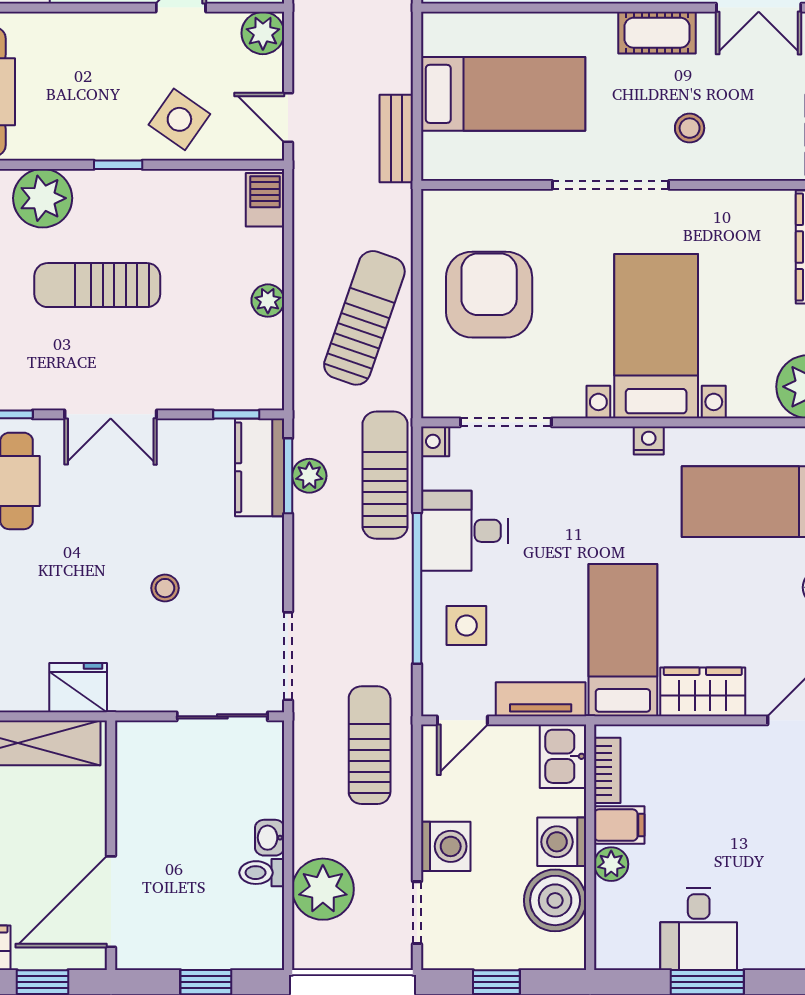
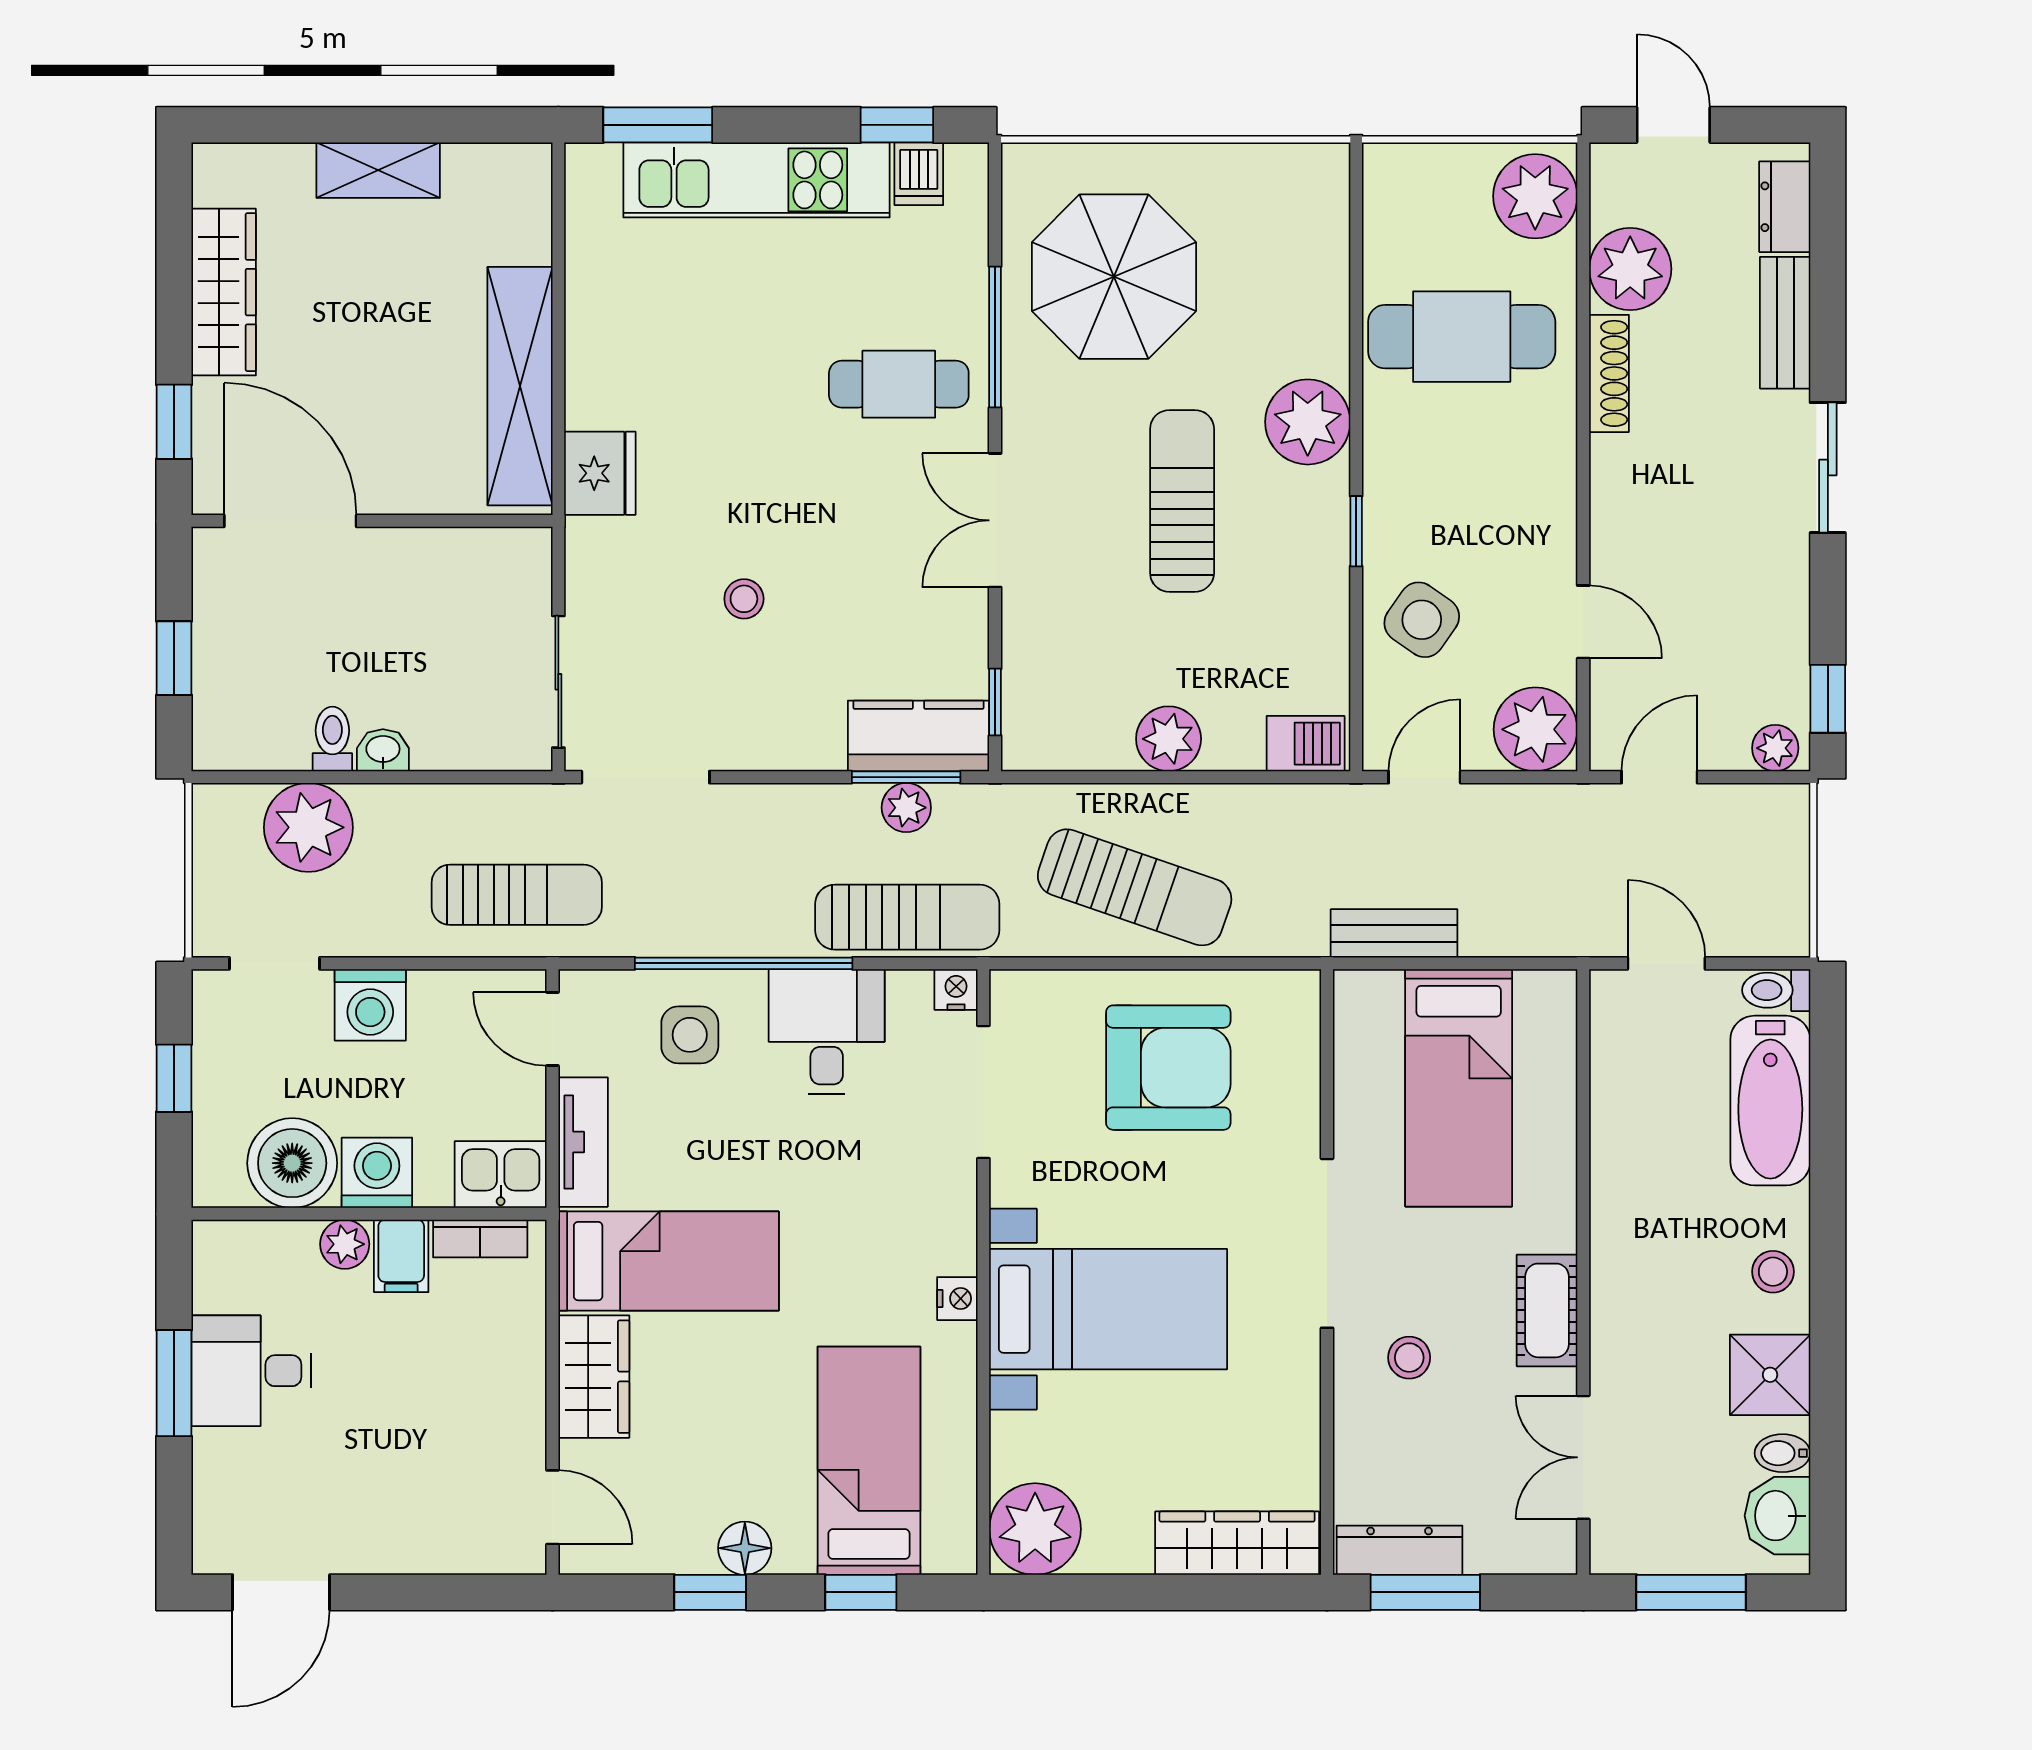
plant: (263, 33) -> (1535, 729), width x1.36, depth x1.36
plant: (268, 301) -> (1169, 739), width x1.38, depth x1.38

